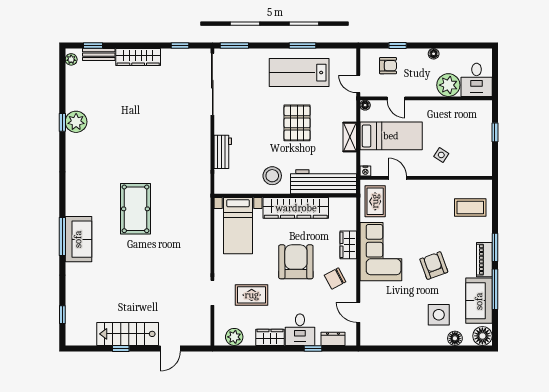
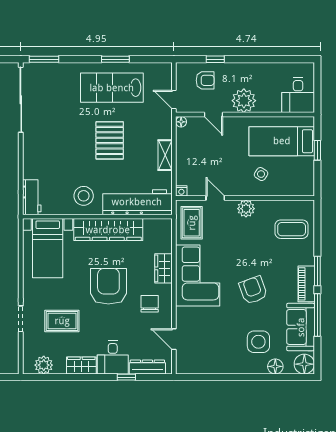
floor lamp: (434, 54) -> (253, 68), removed
plant: (448, 85) -> (244, 101), moved
bed: (391, 136) -> (282, 141), moved, turned 180
workbench: (223, 152) -> (32, 197), moved
plant: (427, 188) -> (246, 209), added
chair: (335, 278) -> (150, 304), turned 118
dresser: (333, 339) -> (147, 367), width x1.44

